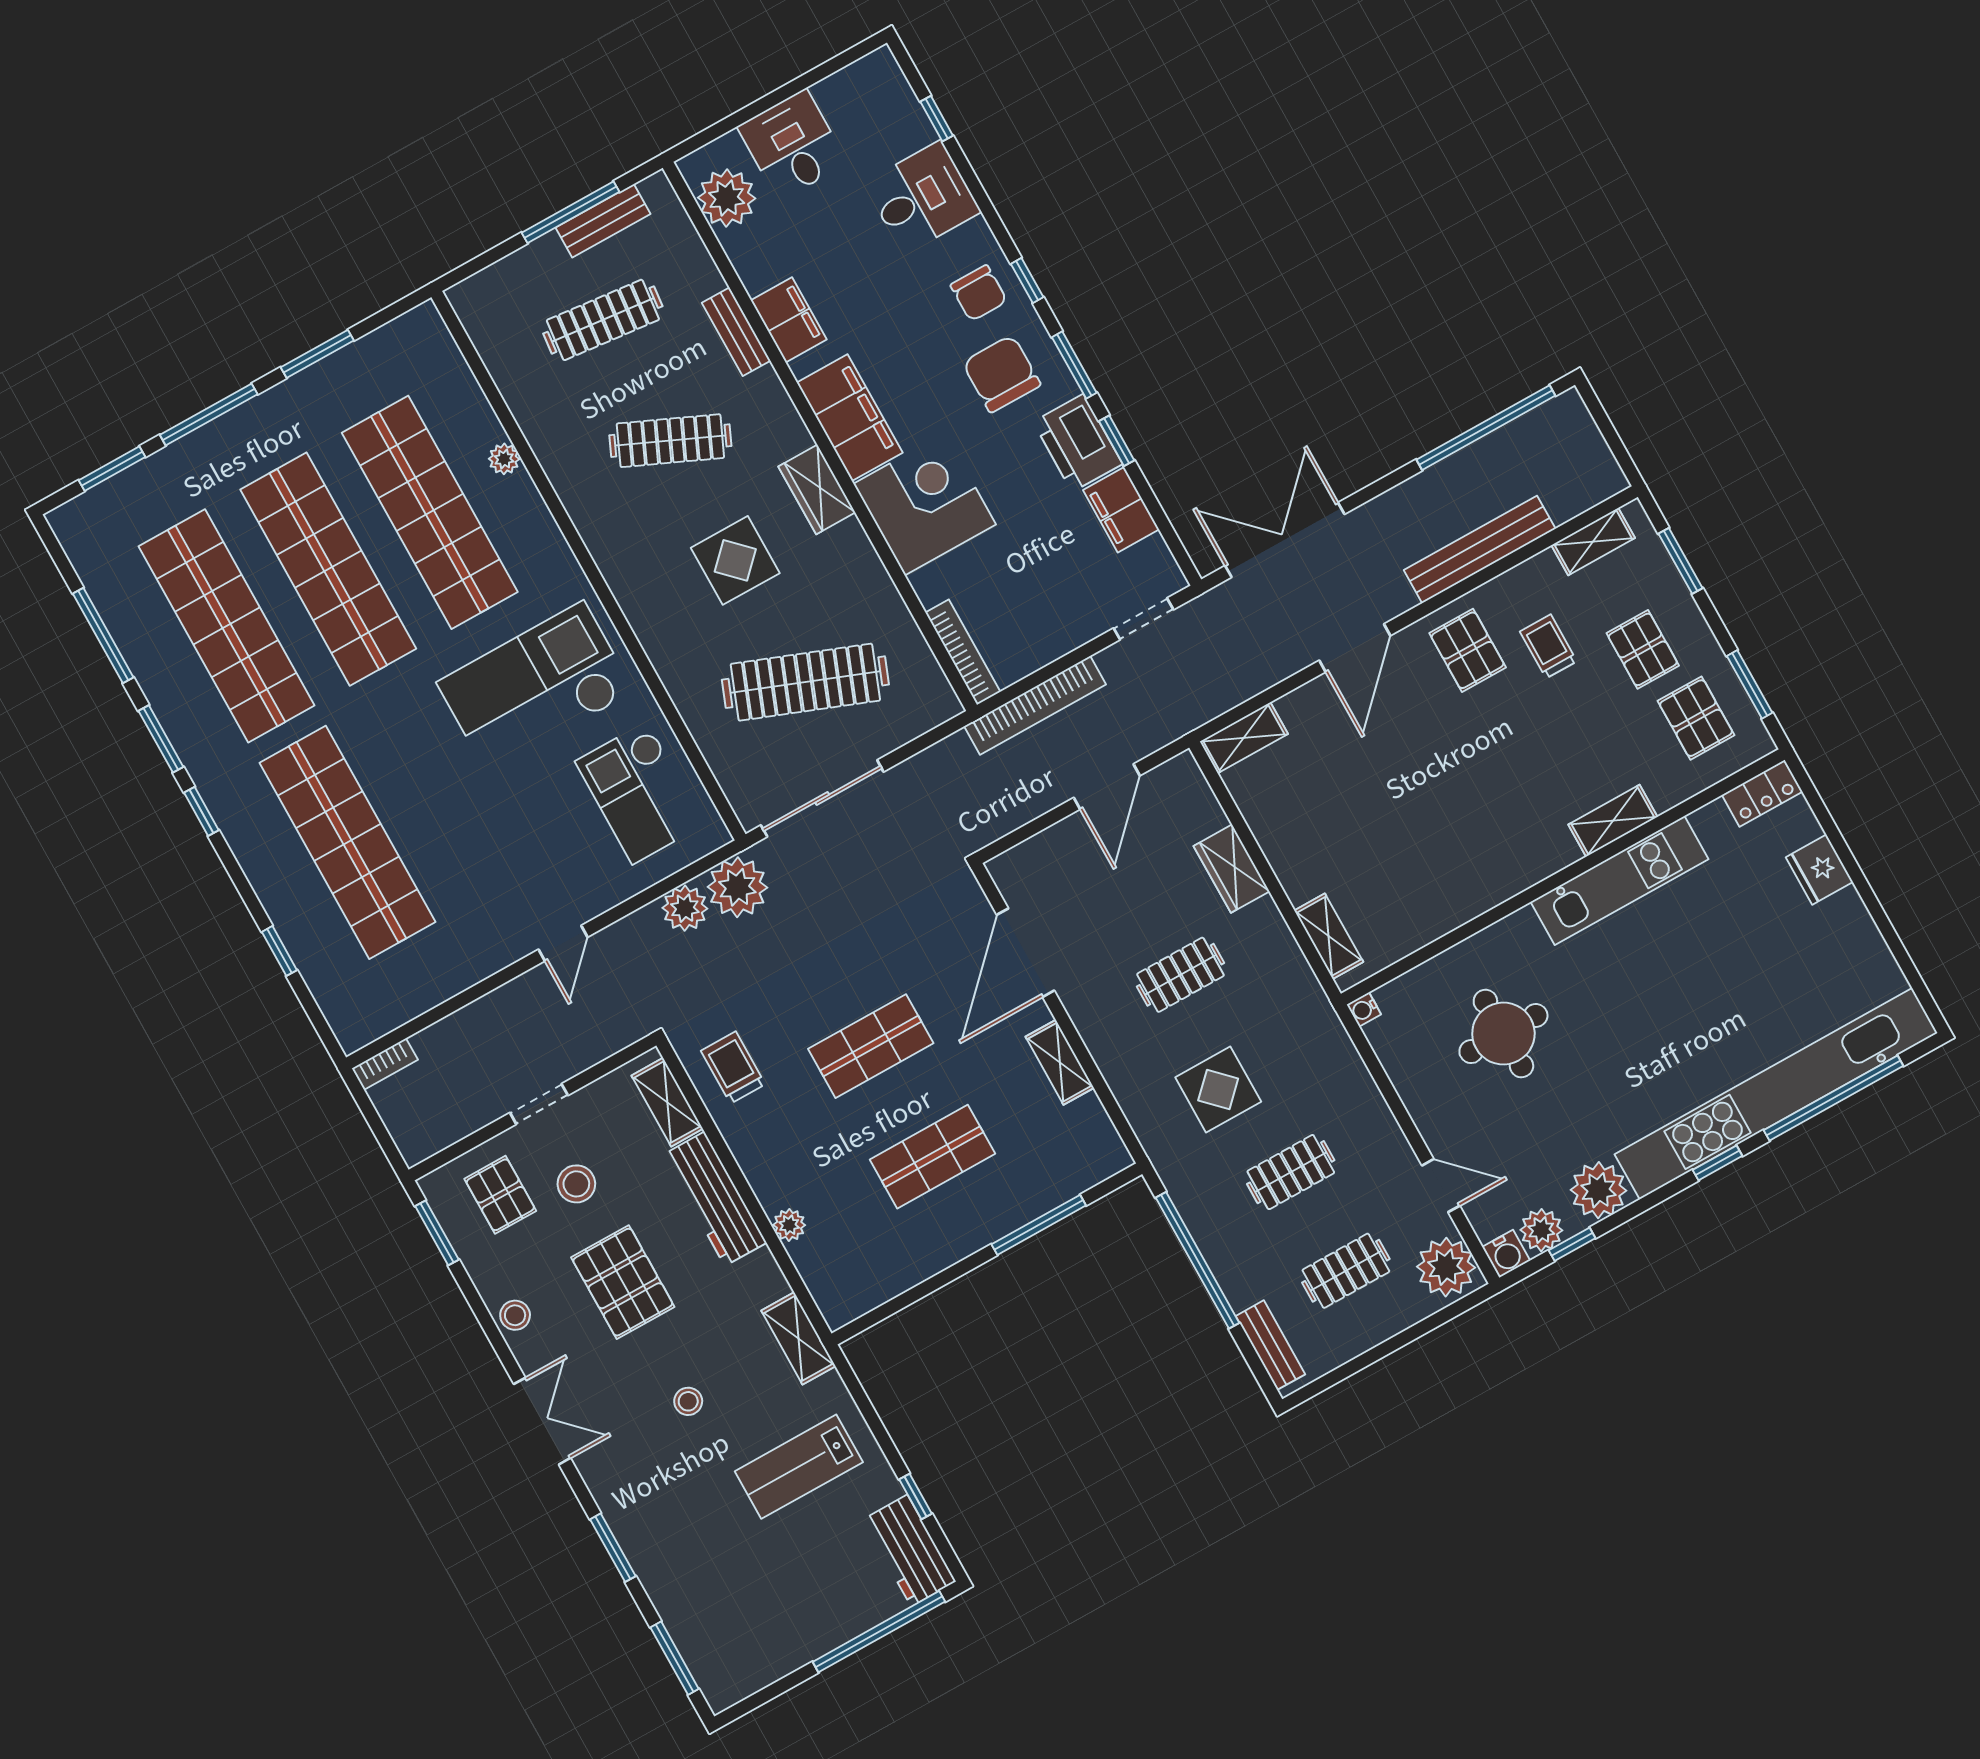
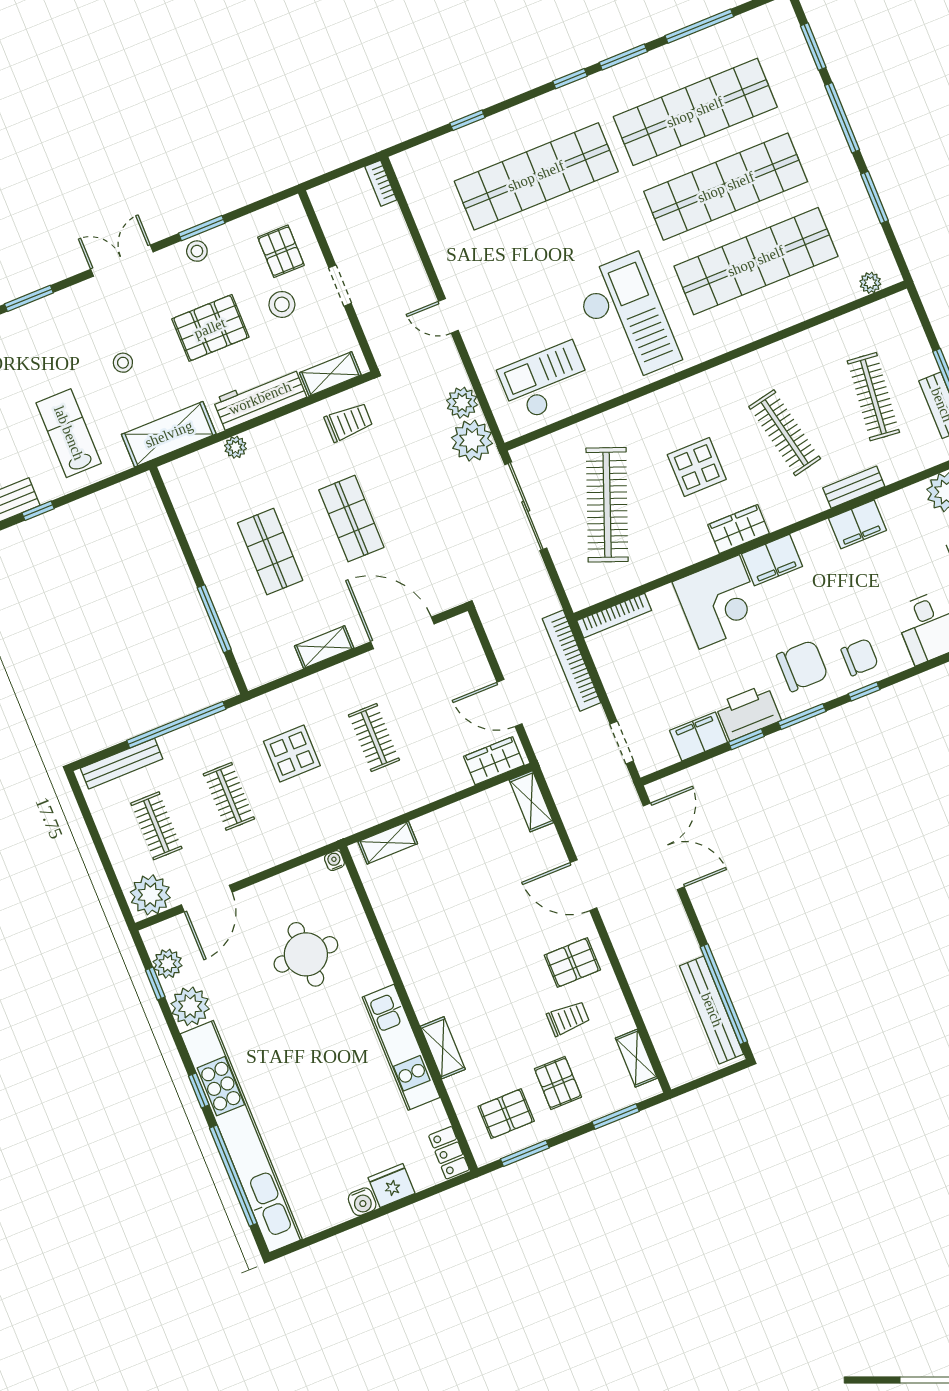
chair: (979, 293) -> (860, 657), turned 180
filing cabinet: (850, 418) -> (772, 560), width x0.67, depth x0.86
clothes rail: (670, 441) -> (785, 433), turned -36
plant: (504, 459) -> (870, 283), moved
bench: (1480, 549) -> (712, 1010), moved
pallet: (1643, 649) -> (558, 1083), turned 90
wardrobe: (1231, 869) -> (494, 761), moved
door: (1441, 1186) -> (207, 898), width x1.38
pallet: (500, 1195) -> (281, 251), turned 90
window: (437, 1233) -> (202, 228), moved
water cooler: (1506, 1254) -> (362, 1202), moved, turned -90
shelving: (798, 1338) -> (169, 434), width x1.50, depth x1.33
bench: (1270, 1345) -> (122, 764), width x1.36
double door: (542, 1421) -> (122, 261), swing flipped

